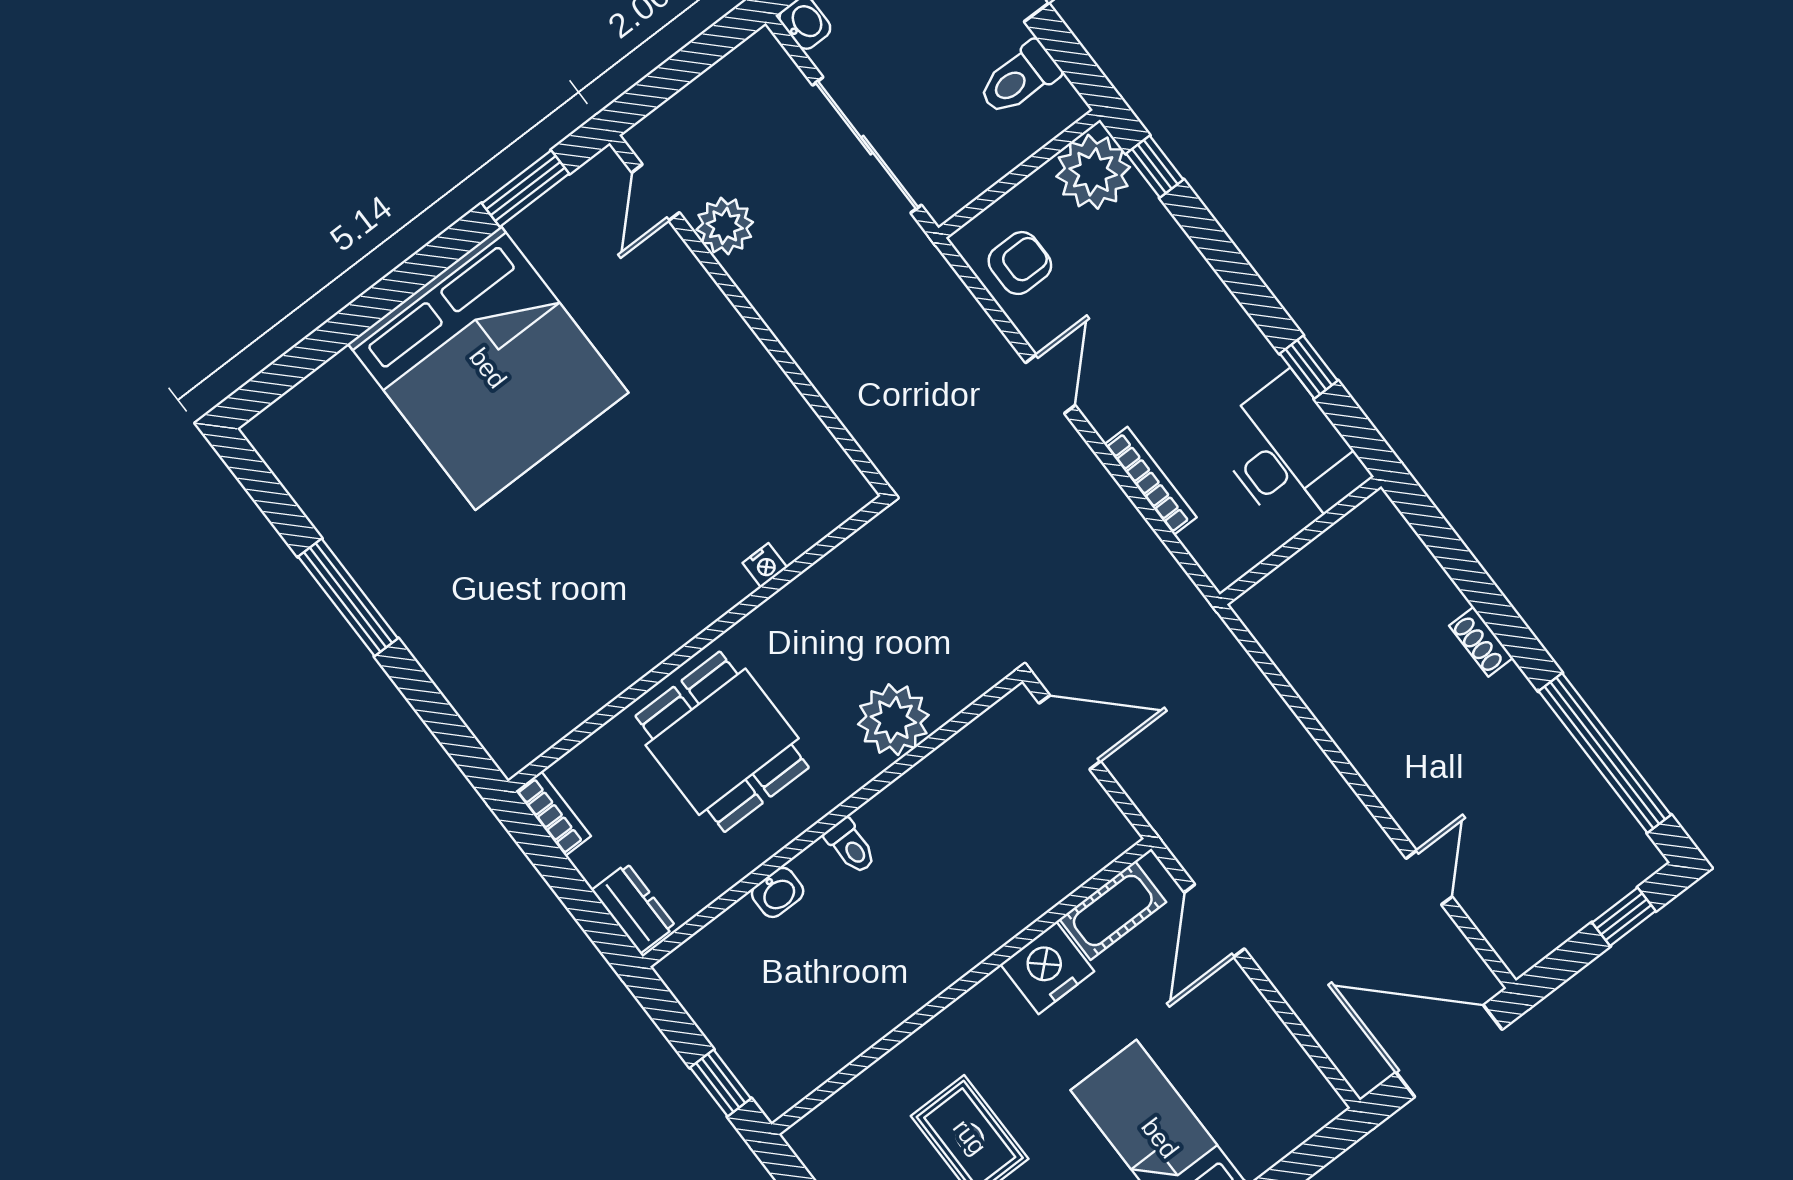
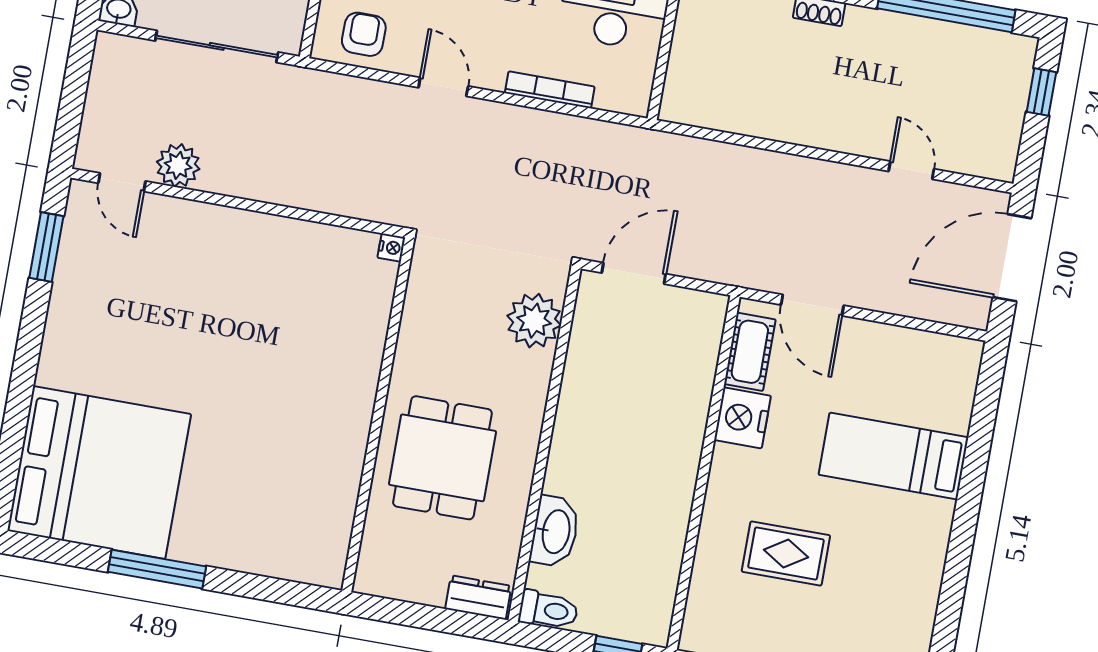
bed: (488, 368) -> (99, 472), moved
nightstand: (765, 565) -> (391, 248), moved
plant: (893, 720) -> (534, 321), moved
dining table: (722, 742) -> (442, 458), turned 90
bookcase: (553, 814) -> (384, 585), removed
toilet: (851, 846) -> (548, 610), moved, width x1.37, depth x1.39
washbasin: (778, 892) -> (555, 531), width x1.91, depth x1.45

